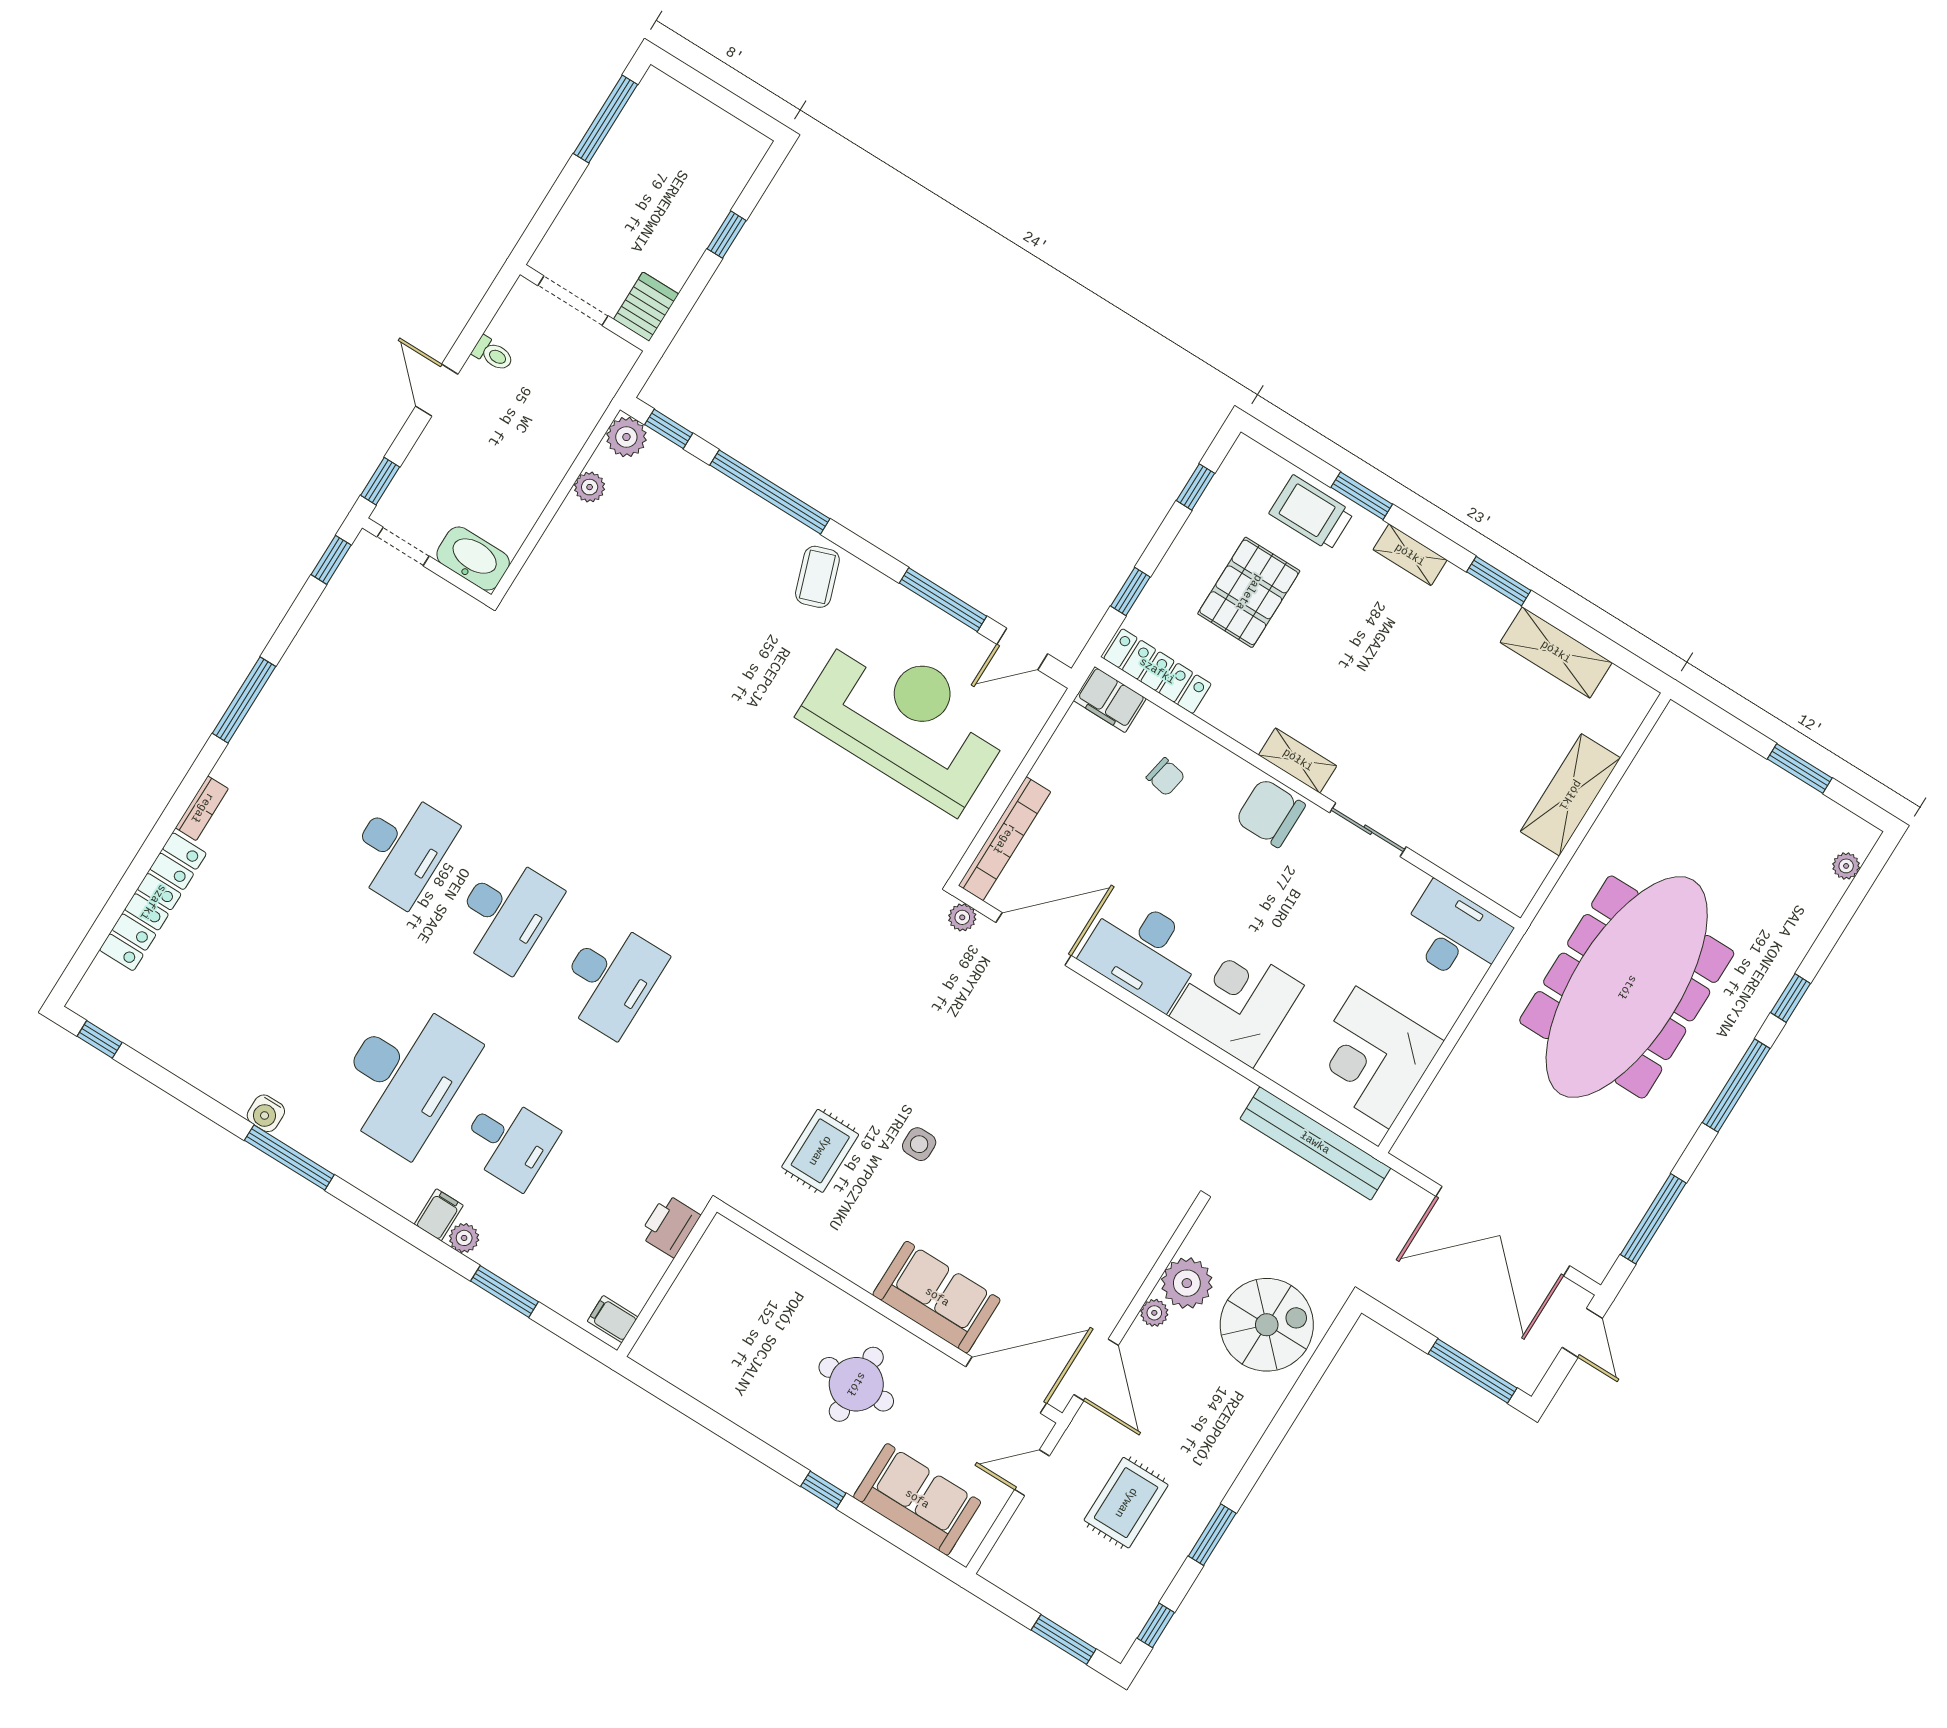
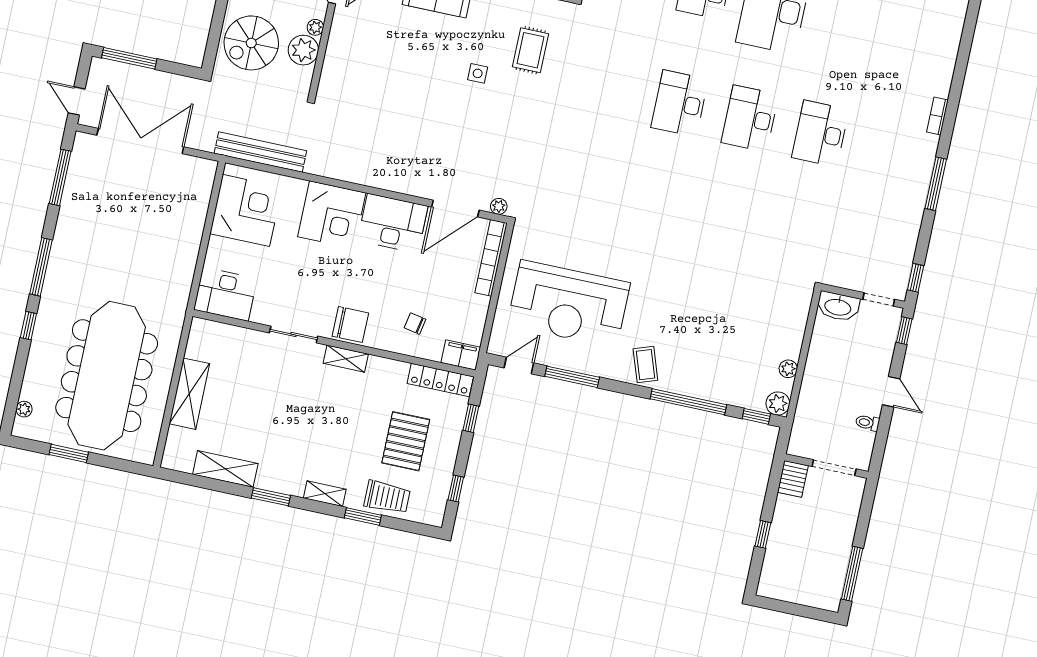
locker: (153, 902) -> (946, 55), removed
meeting table: (1627, 987) -> (107, 376), moved

